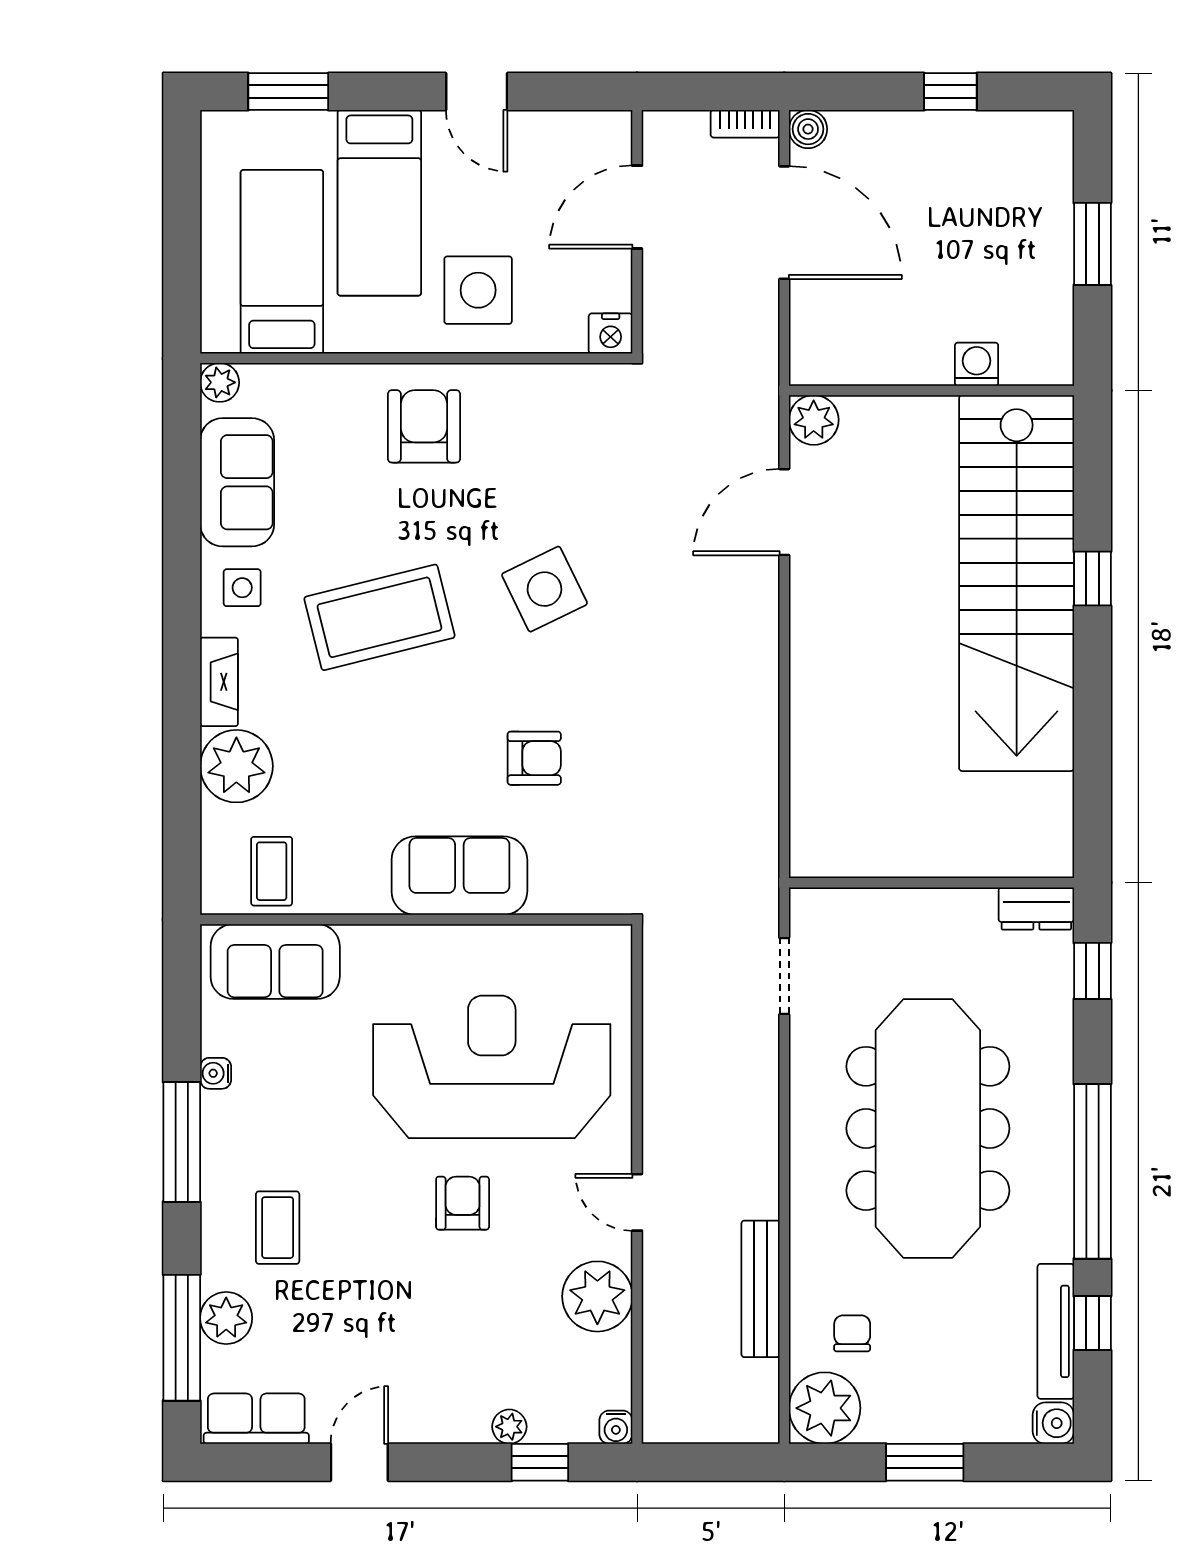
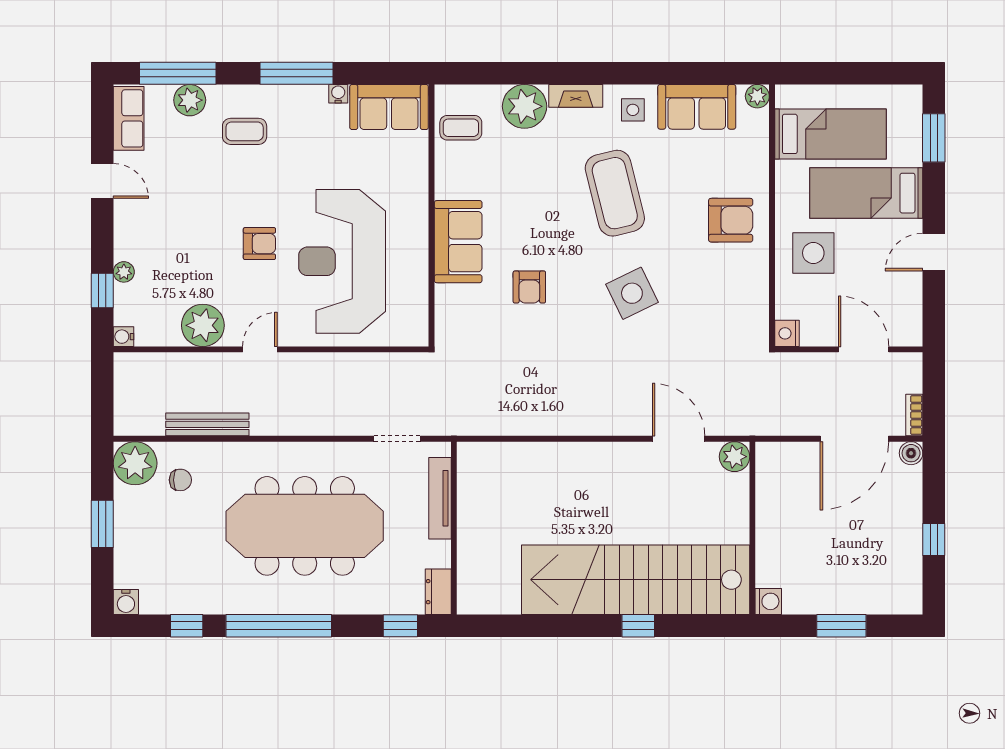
washing machine: (977, 364) -> (768, 601), moved
sofa: (275, 961) -> (389, 107), moved, turned -90
reception desk: (492, 1067) -> (342, 261), turned 180
tv unit: (1056, 1331) -> (440, 498), moved, turned -90

